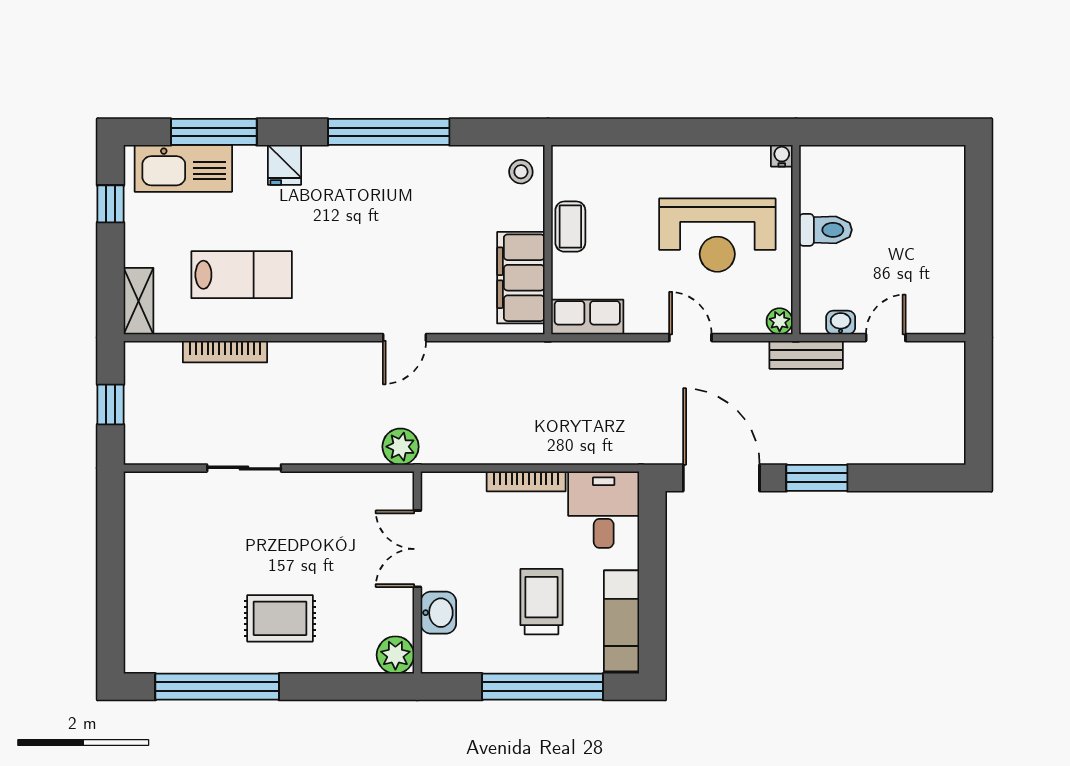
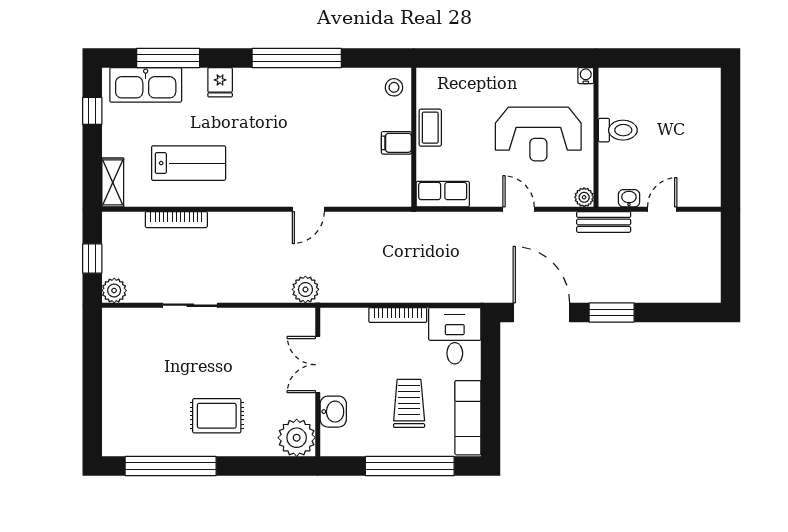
filing cabinet: (521, 278) -> (396, 143), width x0.33, depth x0.86
plant: (140, 448) -> (114, 290), added
plant: (395, 655) -> (297, 438), width x1.36, depth x1.36

